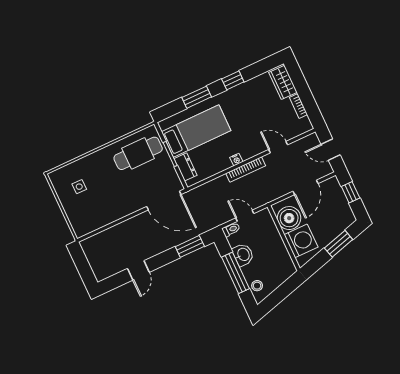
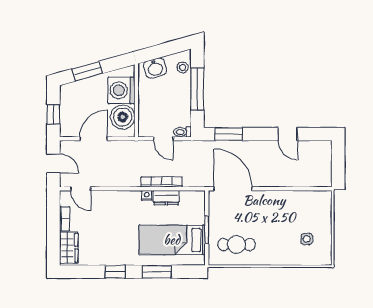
door: (278, 147) -> (81, 189), moved
cafe table: (138, 153) -> (237, 245), width x0.73, depth x0.74
dresser: (185, 167) -> (166, 198), moved, turned -90
bookcase: (246, 169) -> (162, 182), moved
washbasin: (243, 255) -> (155, 68), moved, turned -106
door: (138, 270) -> (288, 134), swing flipped

